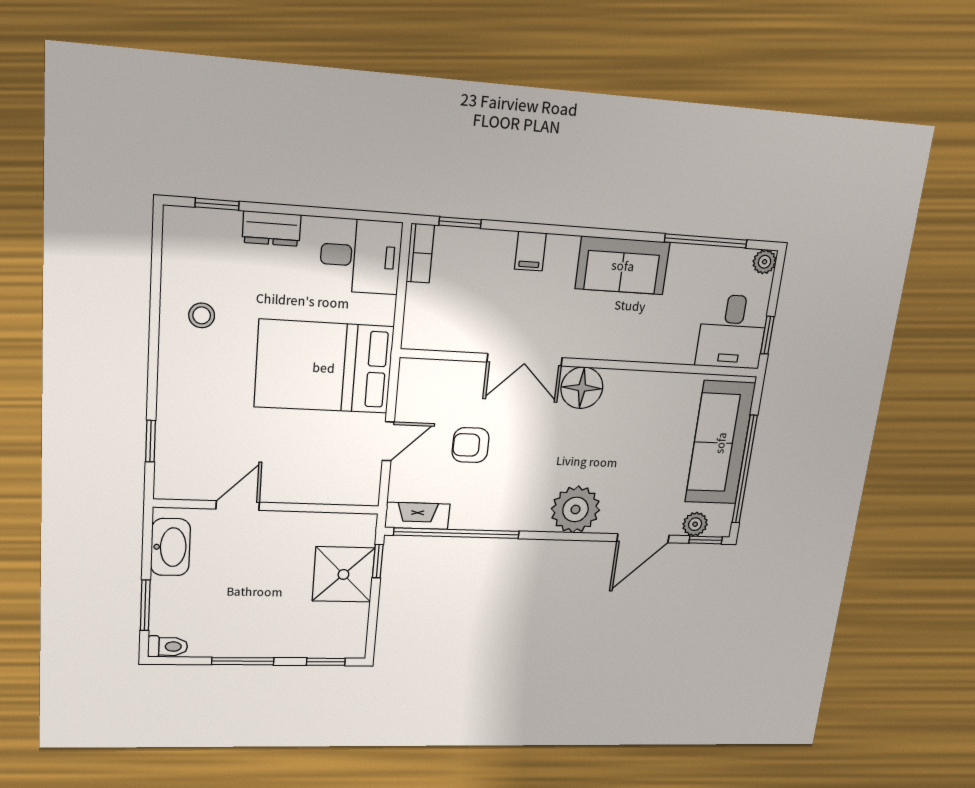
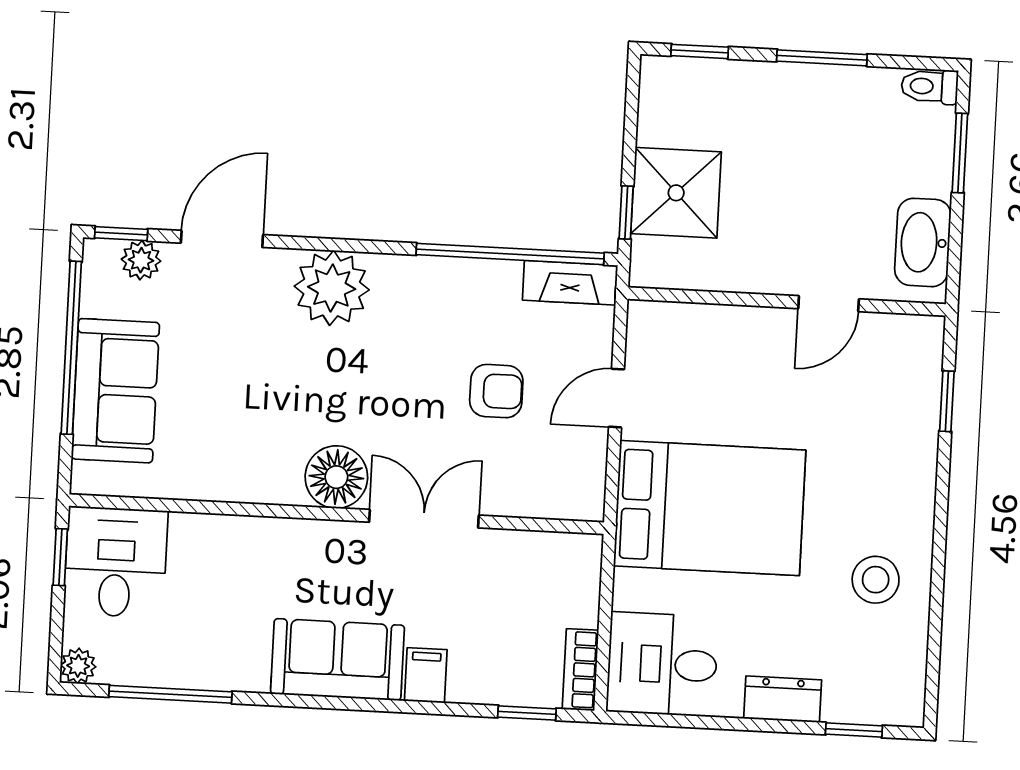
sofa: (623, 265) -> (337, 660), moved
stool: (202, 315) -> (876, 580), width x1.37, depth x1.37
sofa: (720, 443) -> (115, 391), width x0.73

